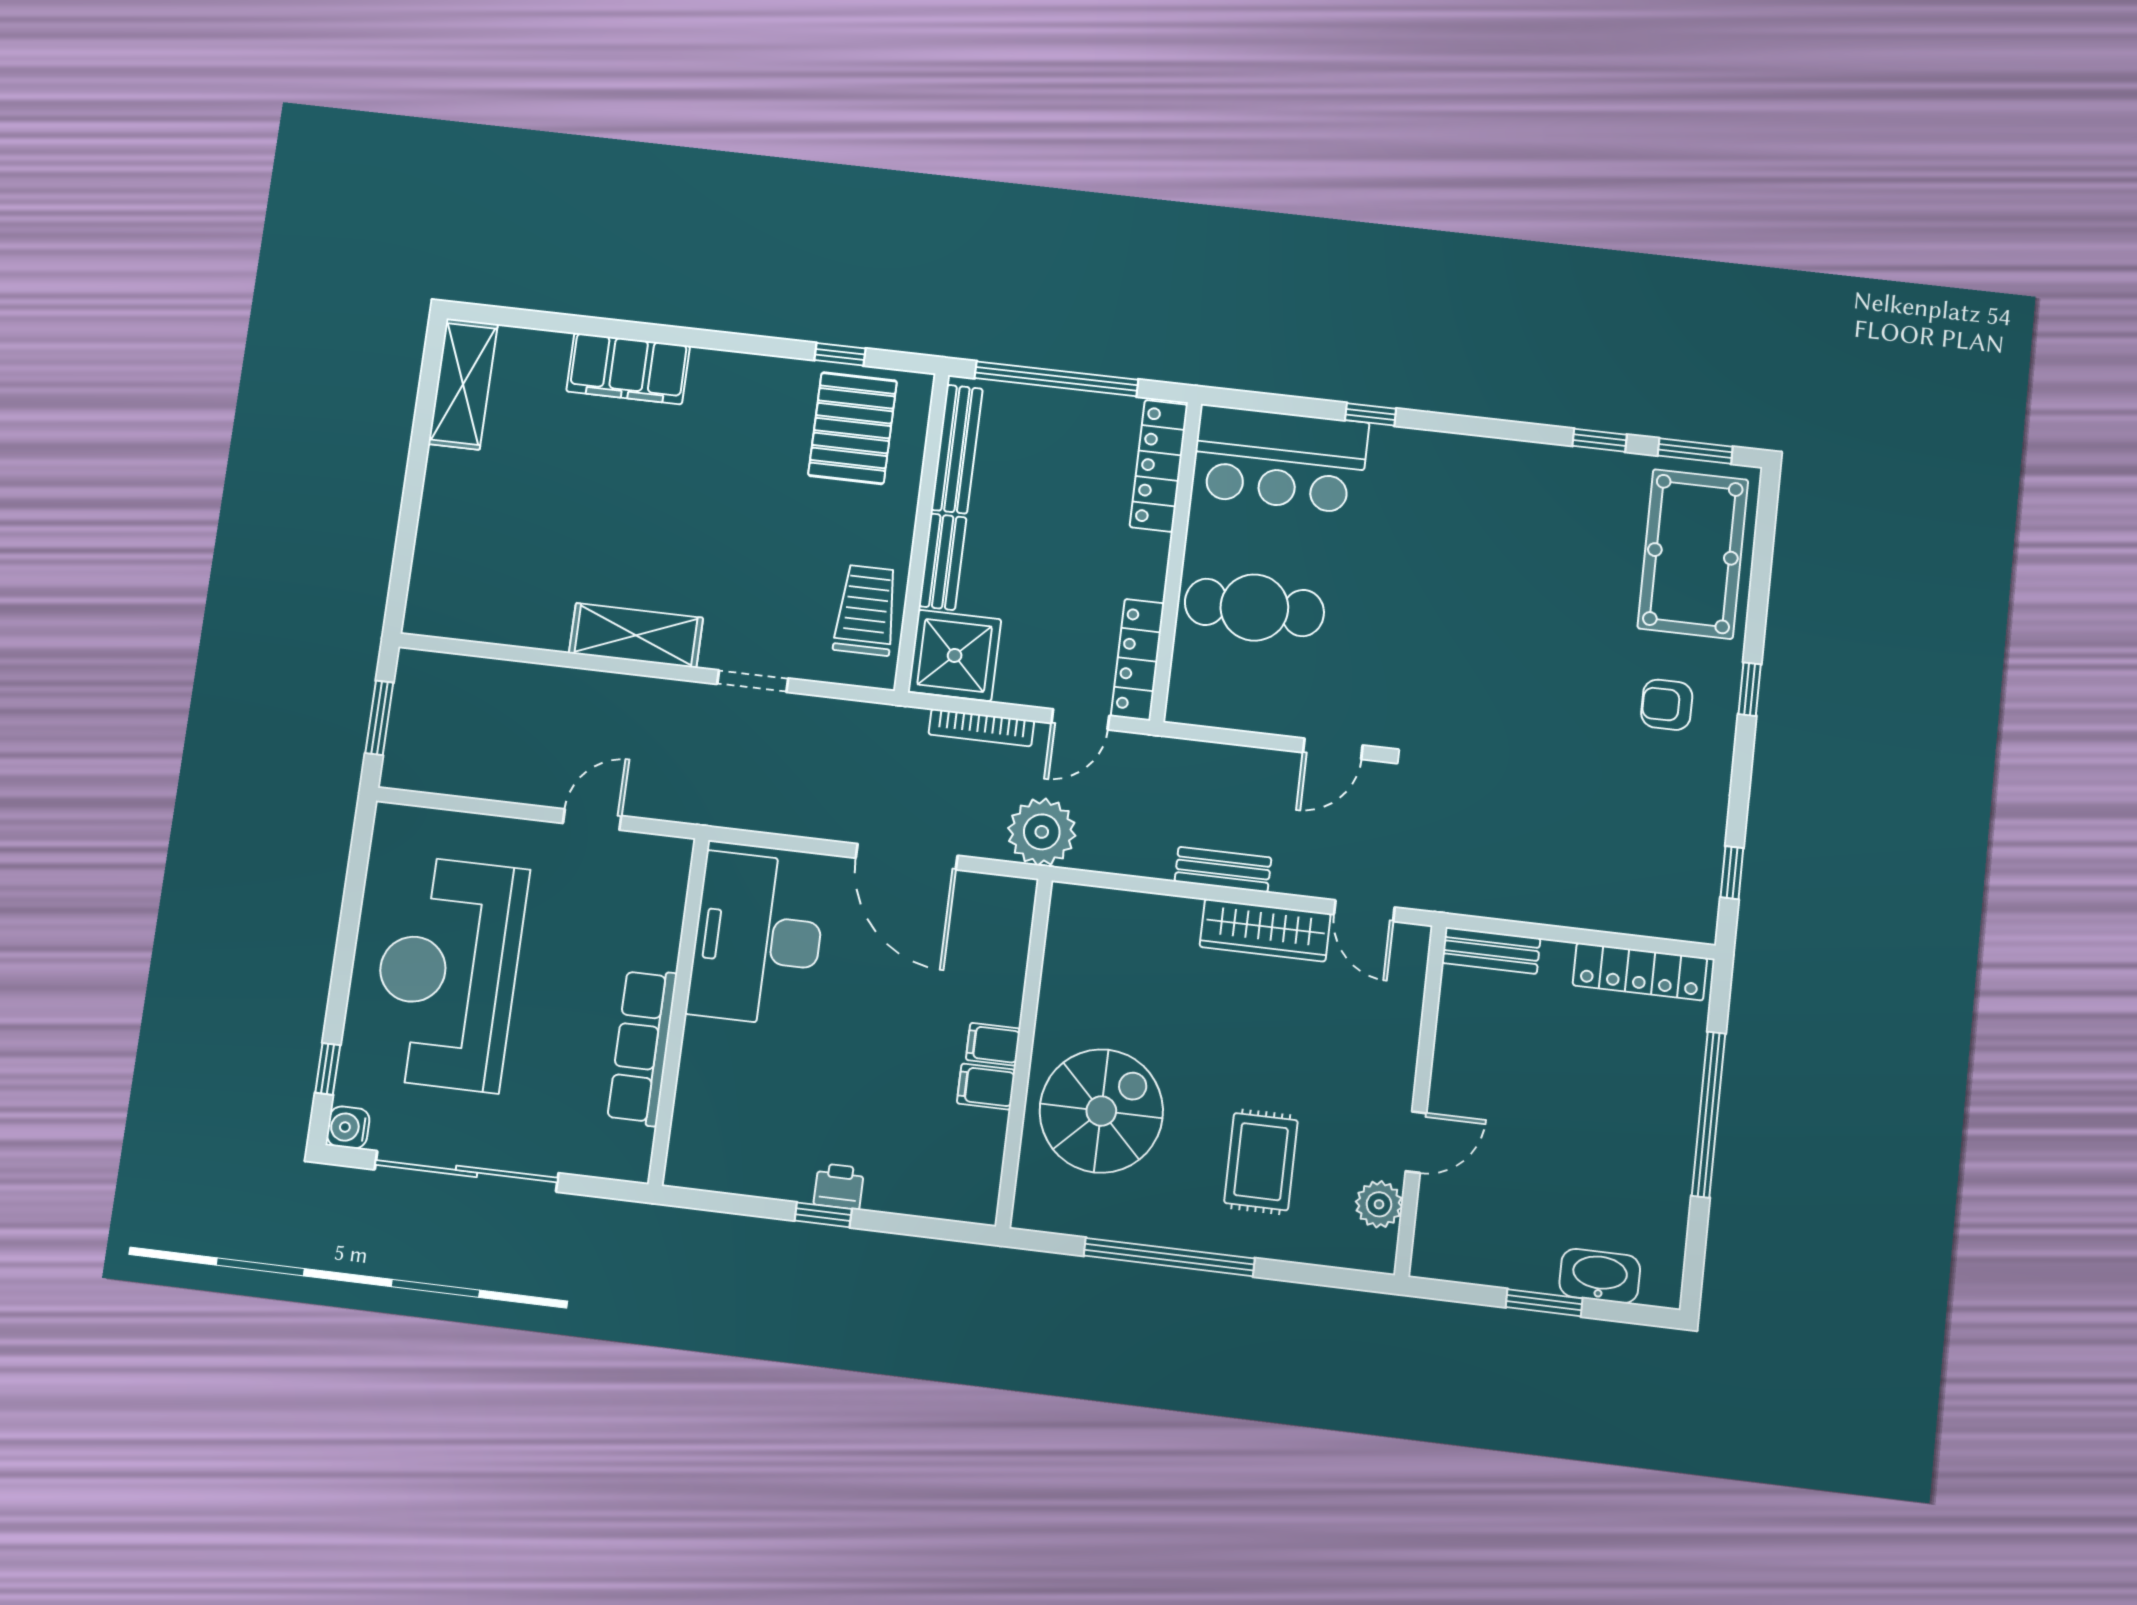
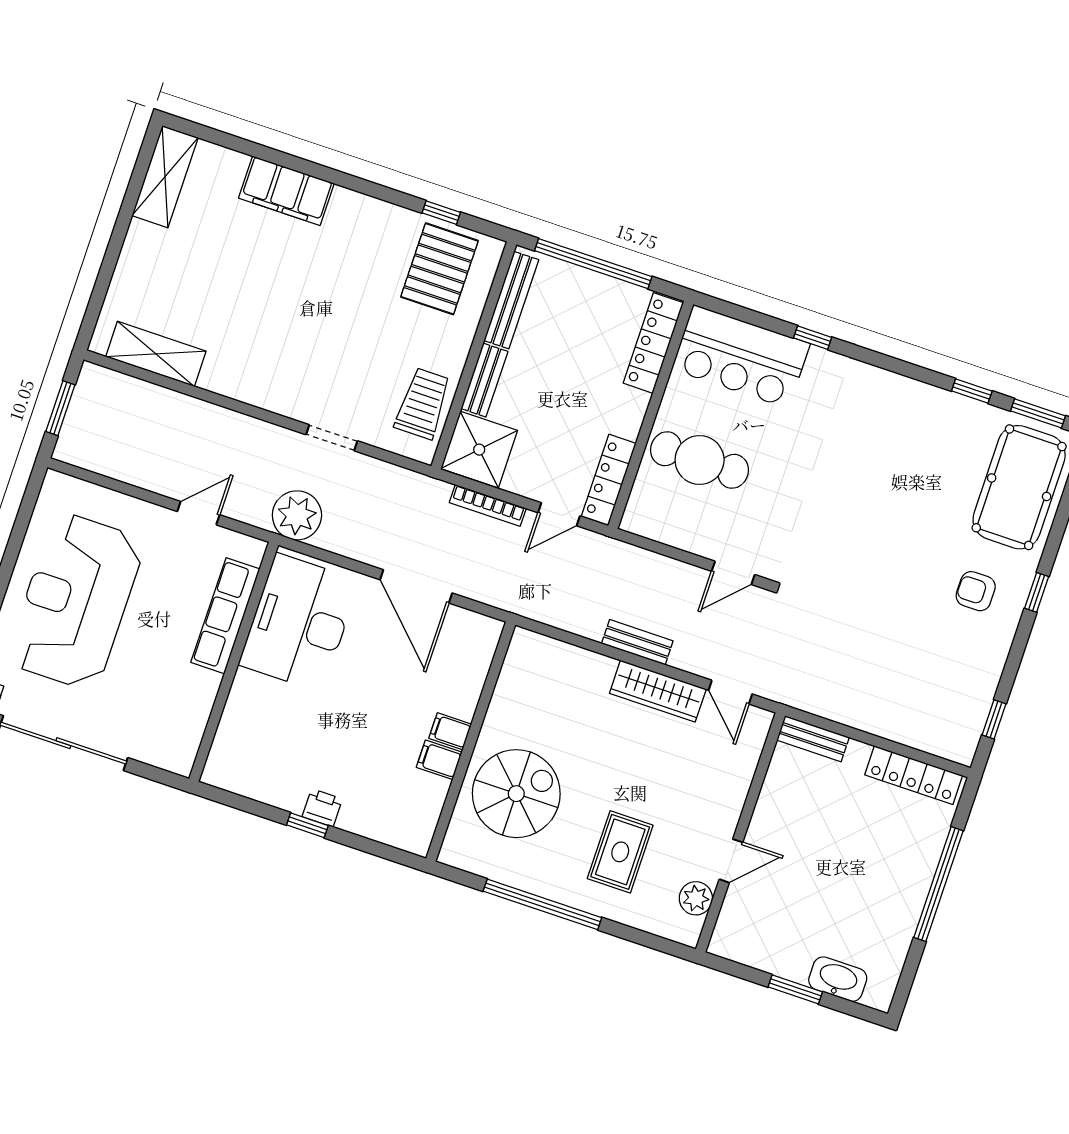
shelving: (636, 635) -> (156, 354), moved
plant: (1042, 832) -> (297, 515), moved
row of seats: (642, 1047) -> (225, 616), moved

